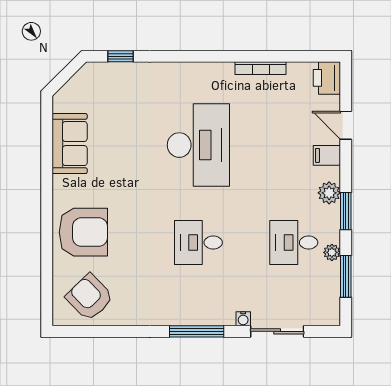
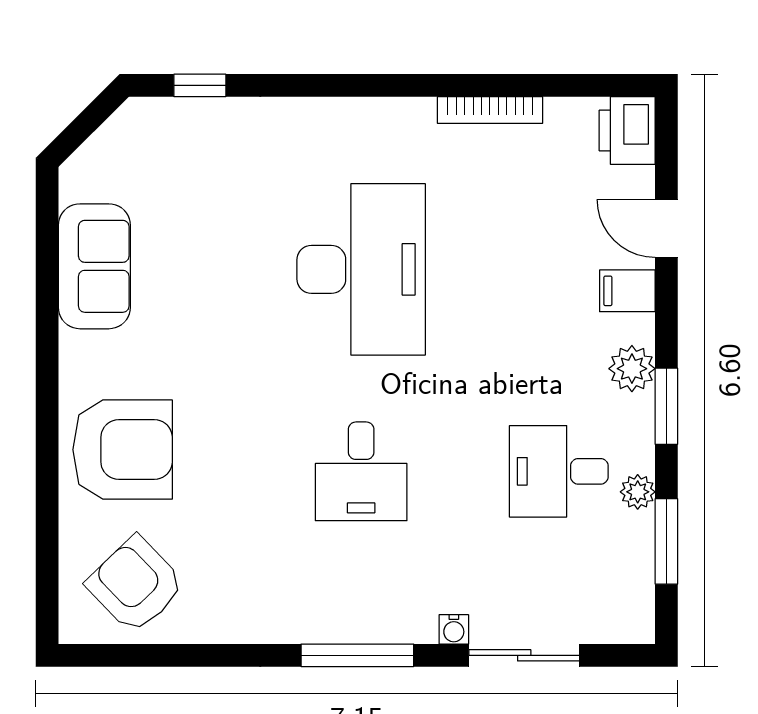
desk: (198, 243) -> (361, 471), turned -90

